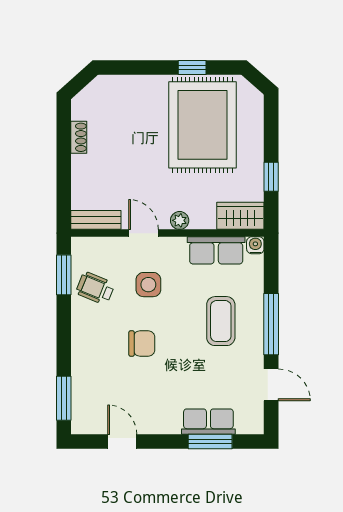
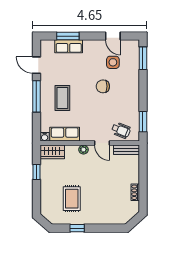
rug: (203, 125) -> (72, 199), width x0.54, depth x0.49
side table: (148, 285) -> (113, 62), moved
wheelchair: (95, 288) -> (121, 130), moved

